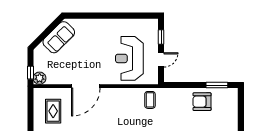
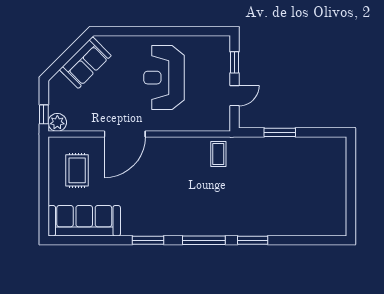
reception desk: (129, 58) -> (164, 78), moved
window: (217, 85) -> (280, 132), moved
armchair: (202, 102) -> (294, 157), removed

